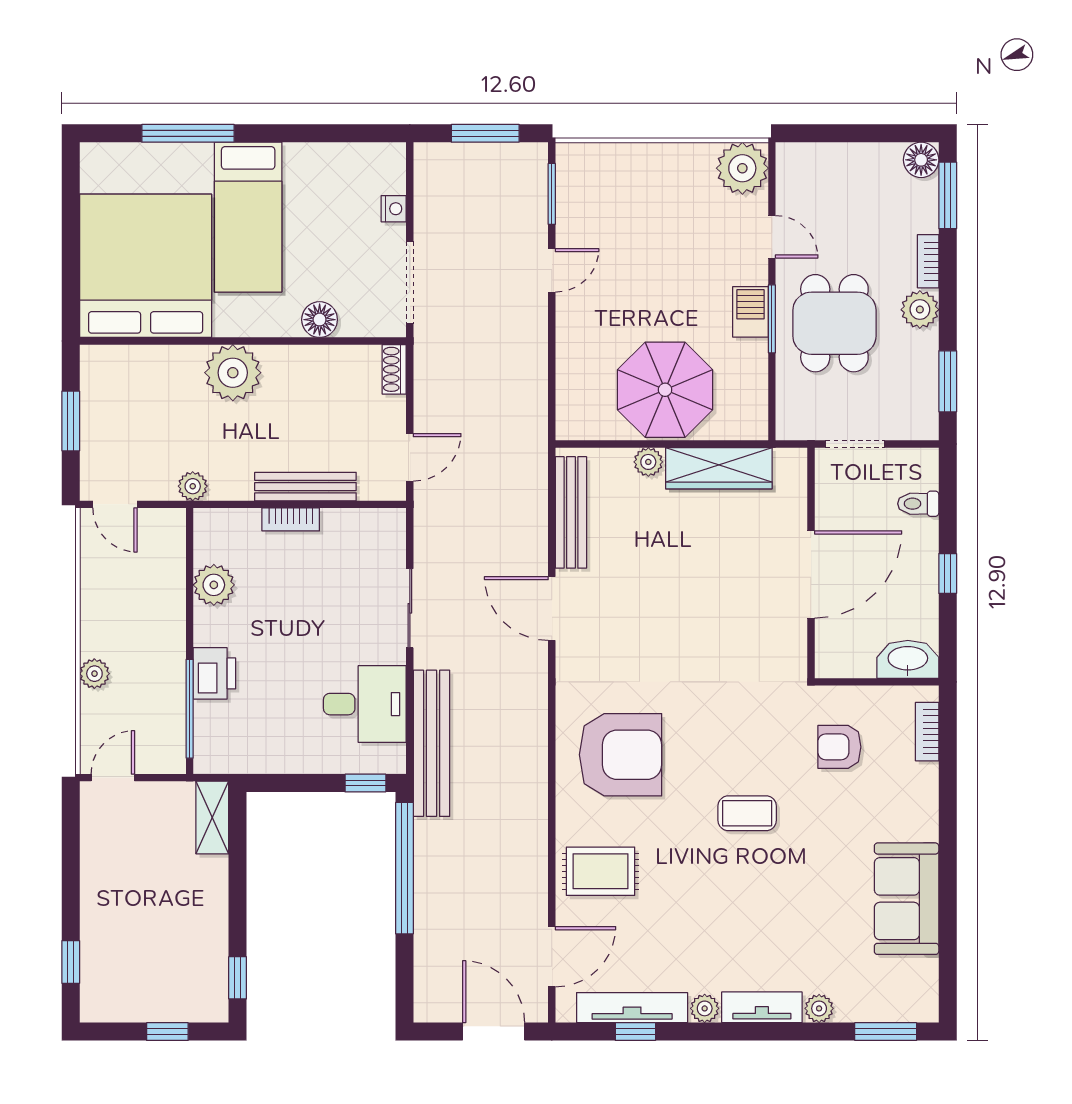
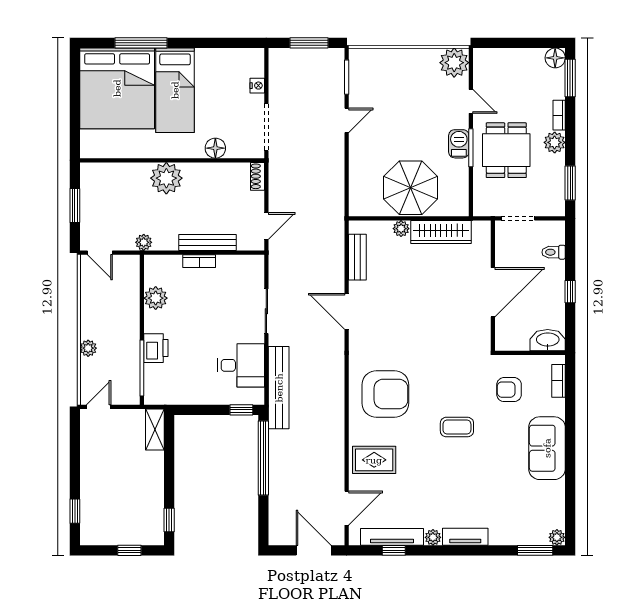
bed: (146, 266) -> (117, 88), moved, turned 180
bench: (571, 512) -> (357, 257), width x0.73
sofa: (907, 899) -> (547, 448), moved
plant: (819, 1008) -> (557, 537), moved

